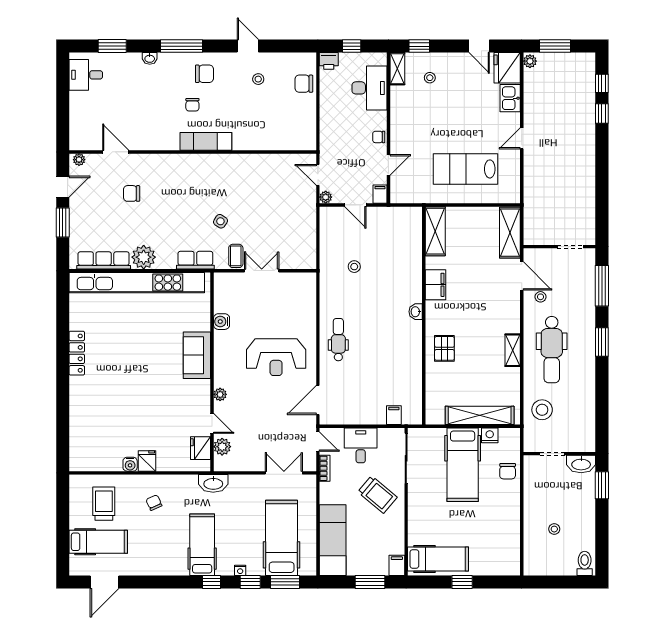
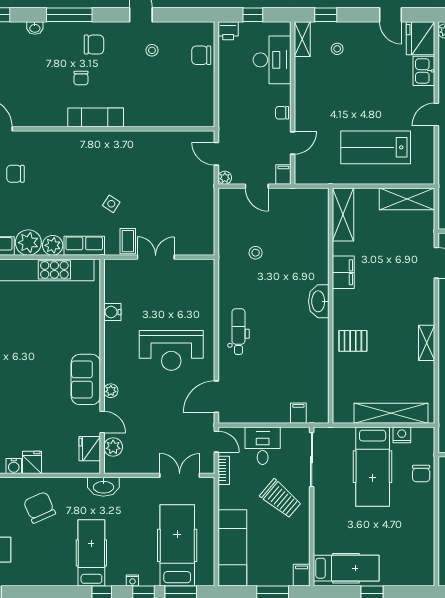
shelving: (510, 233) -> (407, 199), moved, turned 90
plant: (166, 260) -> (53, 245), added
washbasin: (416, 312) -> (319, 301), width x1.91, depth x1.45
pallet: (444, 348) -> (353, 341), turned 90
sofa: (197, 355) -> (86, 379), moved
chair: (154, 503) -> (39, 507), width x1.87, depth x1.87

